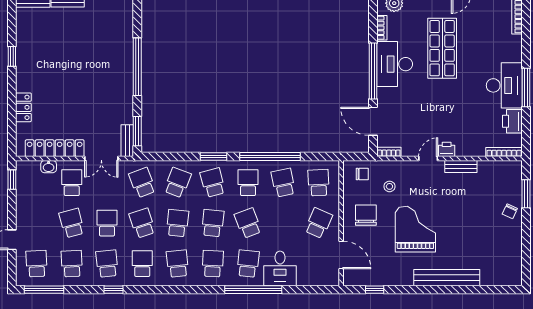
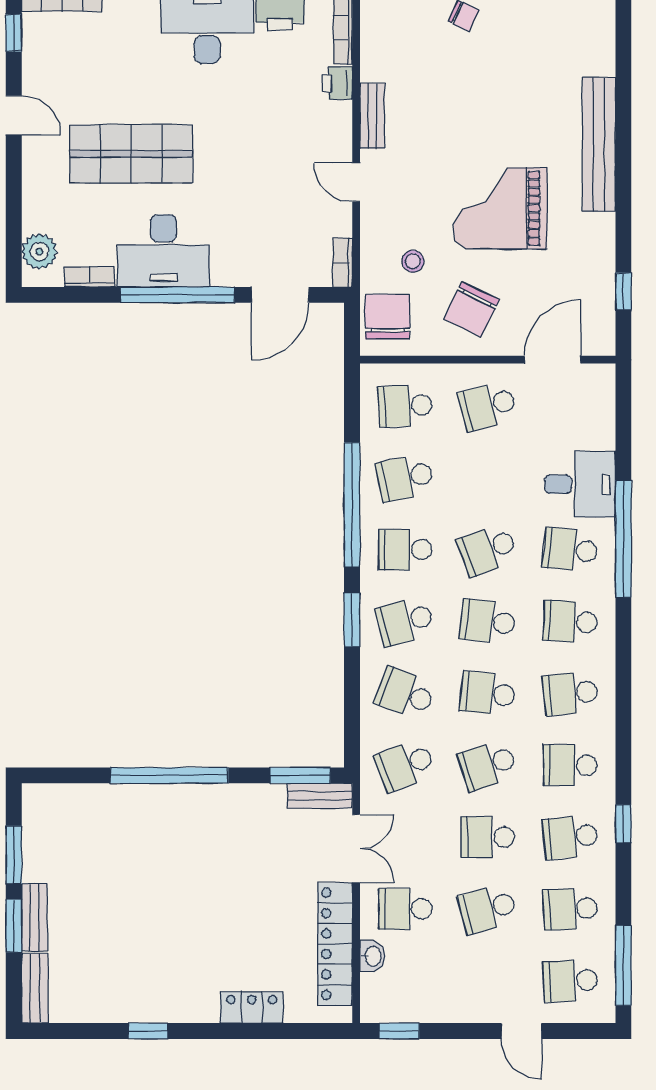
printer: (447, 149) -> (338, 83), moved
chair: (362, 174) -> (388, 317), width x1.87, depth x1.87
chair: (366, 215) -> (472, 309), turned -64
school desk: (318, 223) -> (488, 406), turned -39

